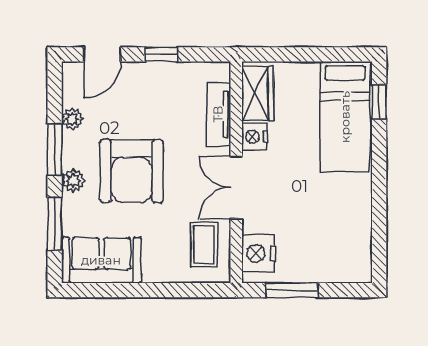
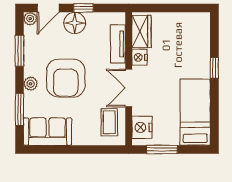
floor lamp: (147, 79) -> (75, 23), added
window: (379, 102) -> (214, 68), moved
bed: (345, 117) -> (195, 112), moved, turned 180
plant: (72, 119) -> (30, 19), moved
window: (55, 150) -> (20, 51), moved

